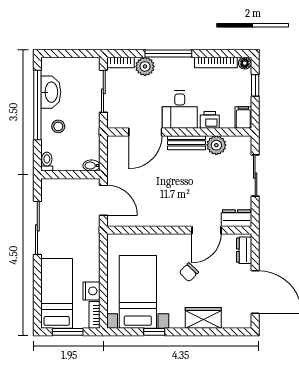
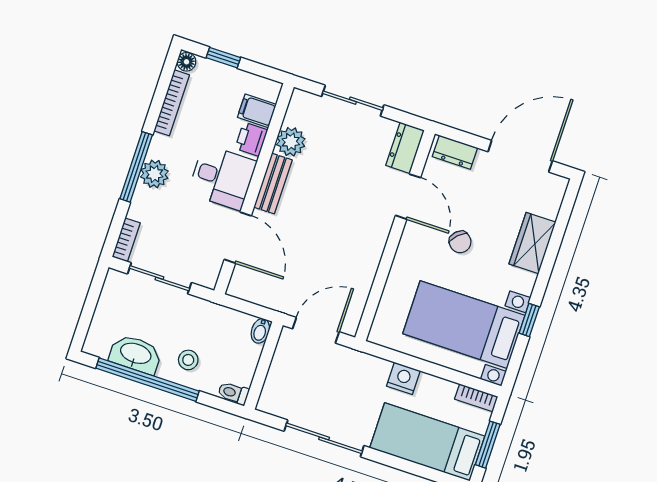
plant: (145, 66) -> (154, 174), moved
filing cabinet: (243, 117) -> (257, 111), moved
nightstand: (91, 291) -> (403, 378), moved

